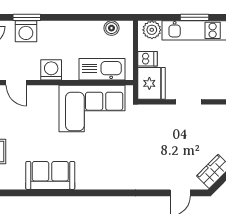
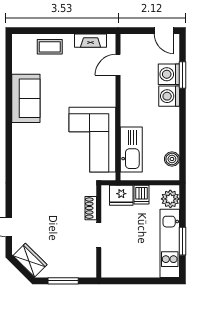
washing machine: (51, 70) -> (169, 96), moved, turned 180
fridge: (152, 83) -> (121, 195), width x0.73, depth x0.75
shoe rack: (161, 110) -> (91, 208), added

